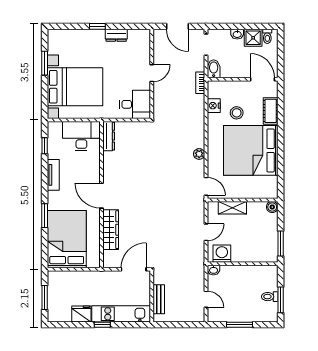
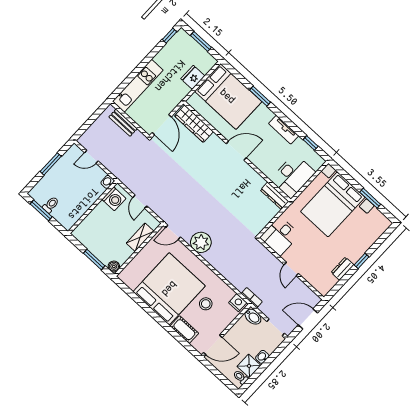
nightstand: (214, 106) -> (238, 303), moved
plant: (199, 154) -> (201, 242), width x1.88, depth x1.88
wardrobe: (111, 230) -> (194, 124), moved
window: (281, 244) -> (94, 260), moved
fridge: (81, 314) -> (193, 77), moved, turned 180
window: (102, 325) -> (169, 36), moved

